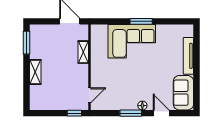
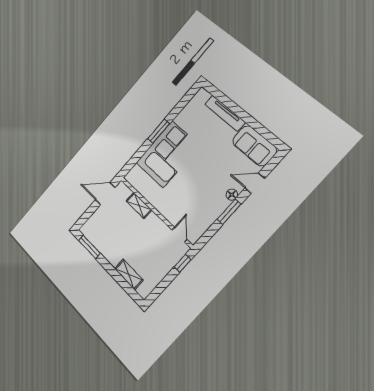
shelving: (35, 72) -> (129, 274), moved

